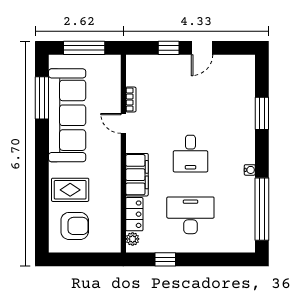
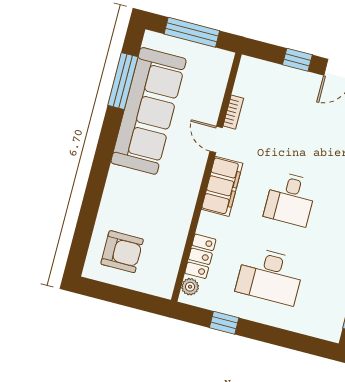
filing cabinet: (137, 175) -> (222, 186), moved
rug: (70, 190) -> (128, 205), removed
desk: (190, 215) -> (270, 276), turned 180

